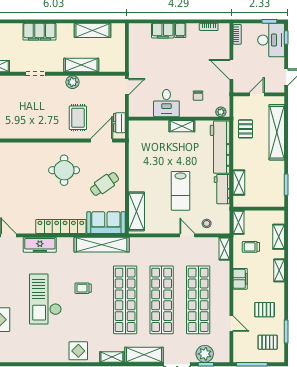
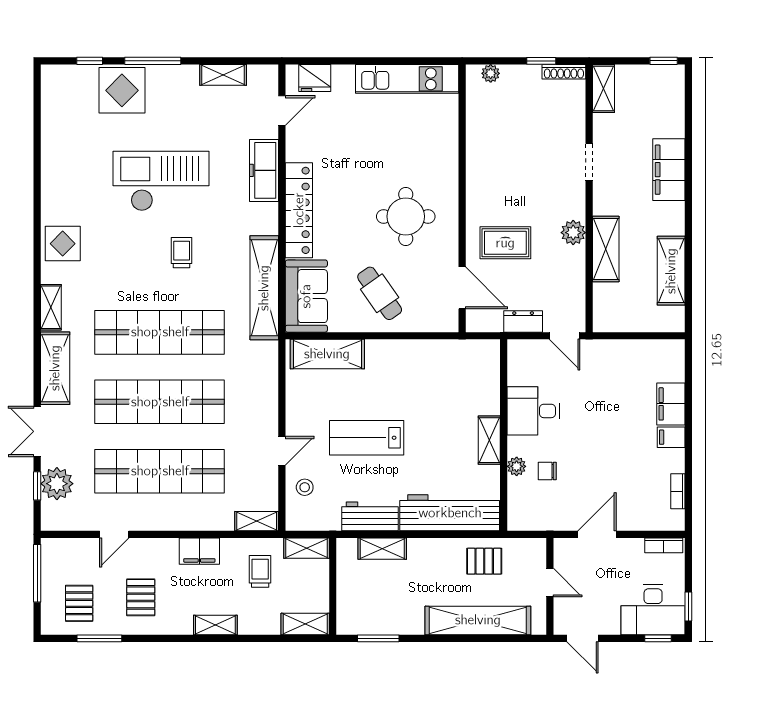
plant: (221, 112) -> (517, 466), moved
dresser: (119, 123) -> (523, 321), moved
shelving: (279, 237) -> (305, 624), moved

